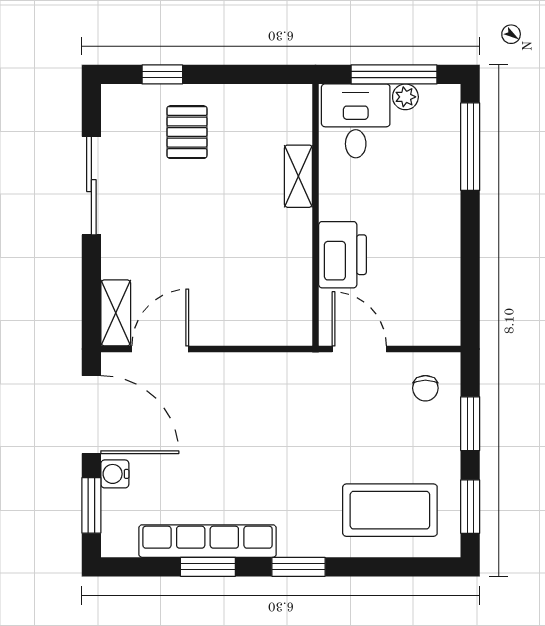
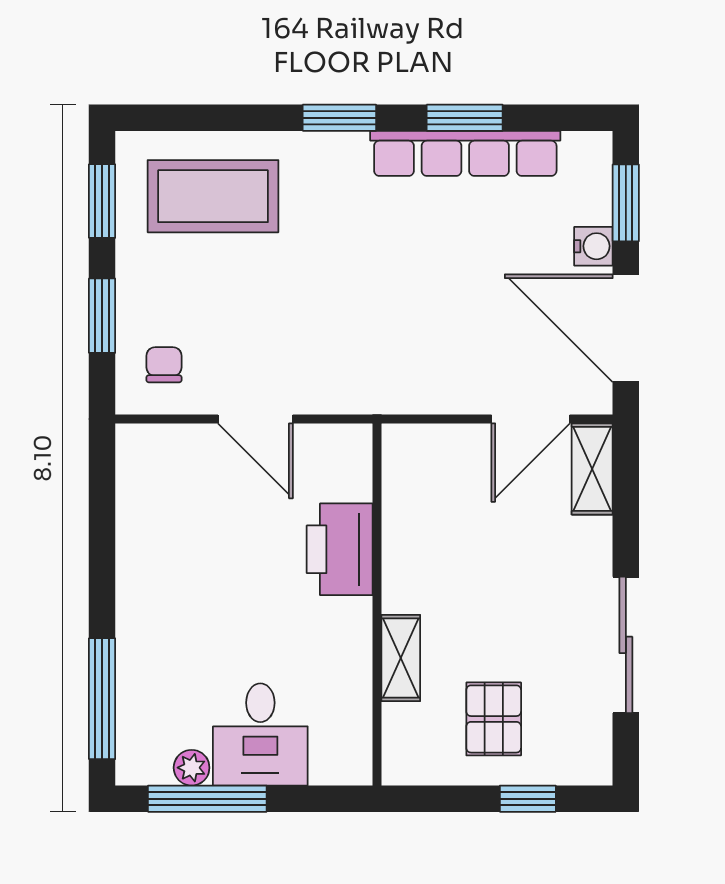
shelving: (298, 176) -> (401, 658), moved
wall: (316, 215) -> (377, 604), moved
printer: (343, 255) -> (340, 549), moved

